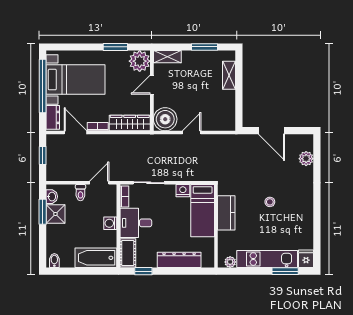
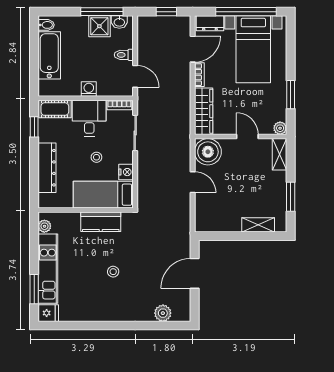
plant: (140, 61) -> (280, 128), width x0.53, depth x0.53
window: (43, 212) -> (102, 12), width x1.44
stool: (170, 217) -> (96, 157), added
bathtub: (96, 258) -> (49, 55), moved

